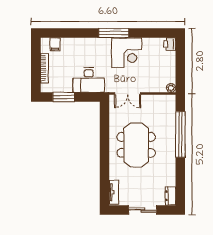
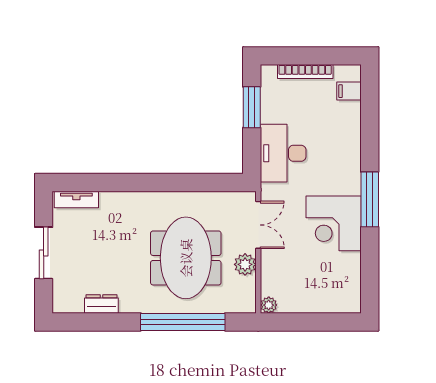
printer: (170, 44) -> (349, 303), removed
double door: (128, 94) -> (258, 225), swing flipped
plant: (149, 101) -> (245, 264), added
meeting table: (136, 145) -> (186, 258), moved, turned 90
dresser: (170, 196) -> (101, 304), moved

